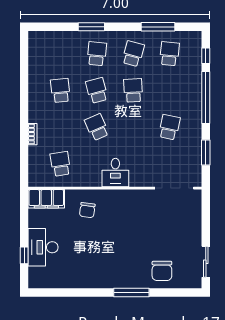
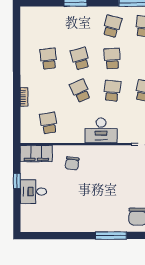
school desk: (97, 54) -> (112, 91), moved
desk: (115, 172) -> (101, 130), width x1.37
desk: (43, 247) -> (33, 192), width x0.73
window: (24, 255) -> (17, 181), moved

